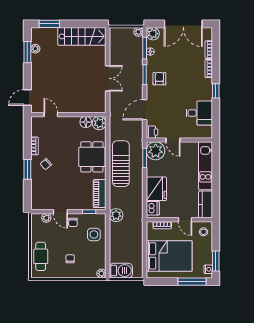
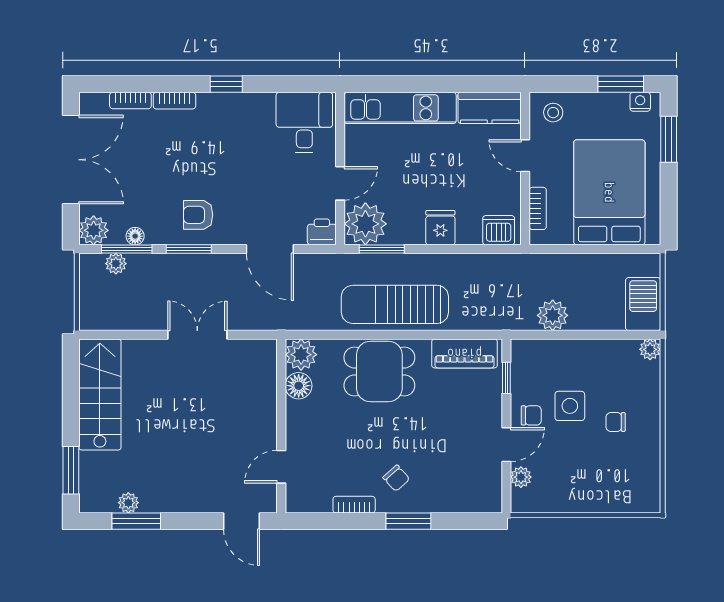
plant: (138, 32) -> (116, 264), moved
desk: (199, 113) -> (304, 123), moved
fridge: (156, 189) -> (440, 228), width x0.53, depth x0.75
plant: (116, 215) -> (553, 315), moved
door: (185, 220) -> (525, 156), swing flipped
side table: (94, 234) -> (570, 406), moved
cafe table: (41, 256) -> (610, 490), removed
window: (192, 282) -> (669, 139), width x0.69

